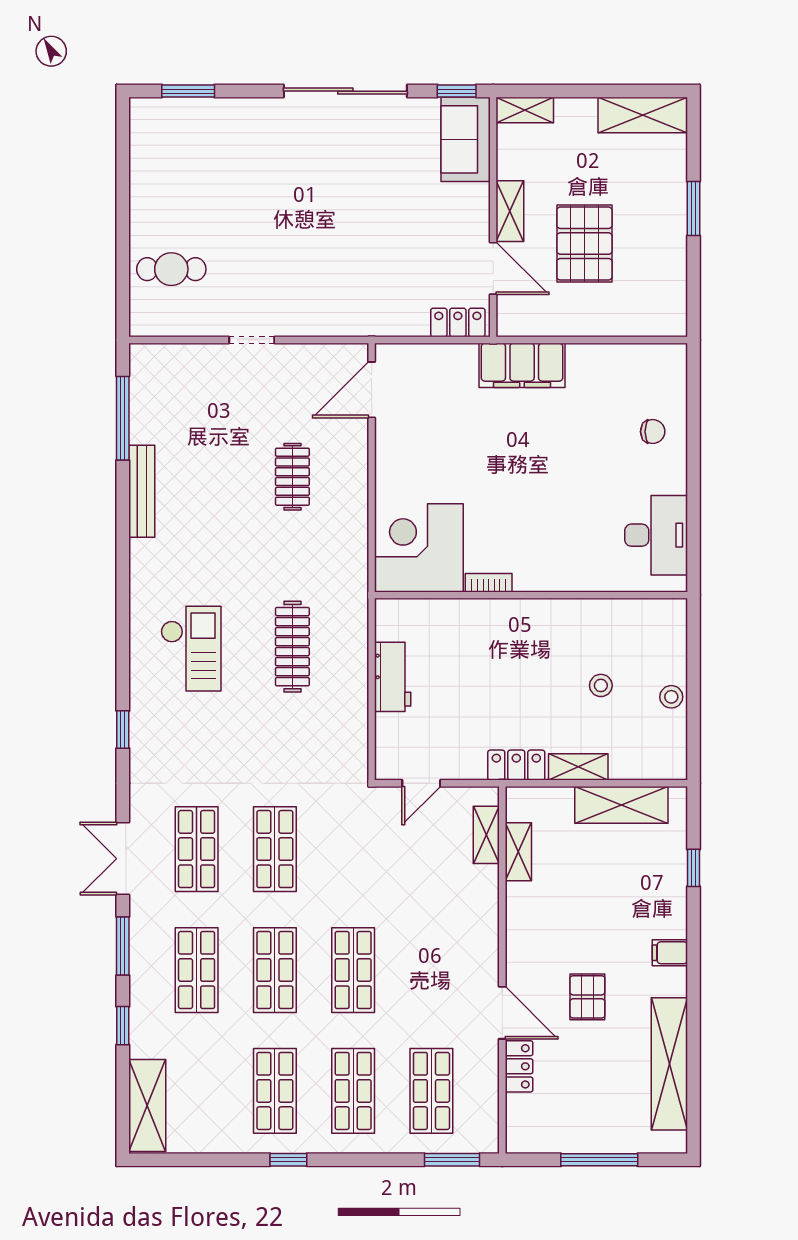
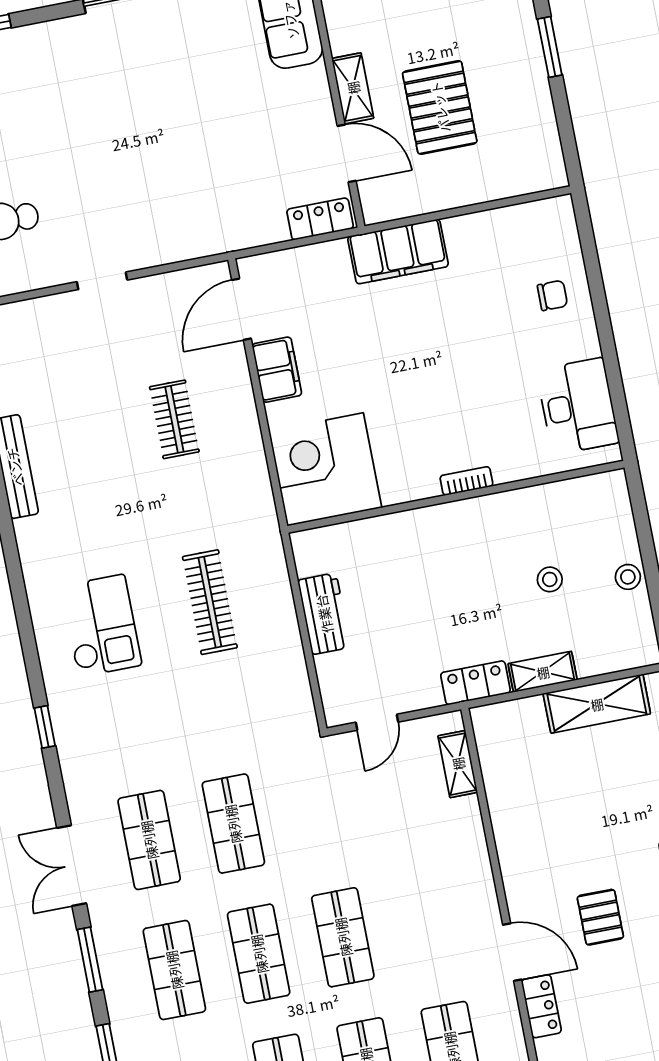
filing cabinet: (393, 450) -> (277, 370), added
bookcase: (489, 583) -> (466, 481), moved
shelving: (518, 852) -> (496, 776), removed

